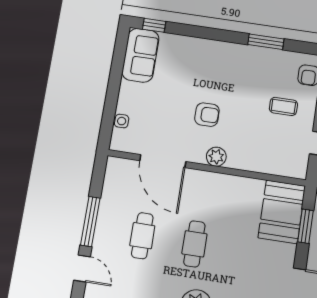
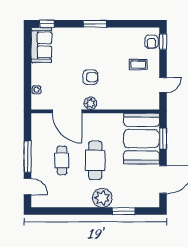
window: (266, 42) -> (95, 24), moved
plant: (216, 157) -> (90, 103), moved
booth: (282, 212) -> (142, 139), width x1.36, depth x1.42
cafe table: (194, 244) -> (95, 160), width x1.37, depth x1.35

